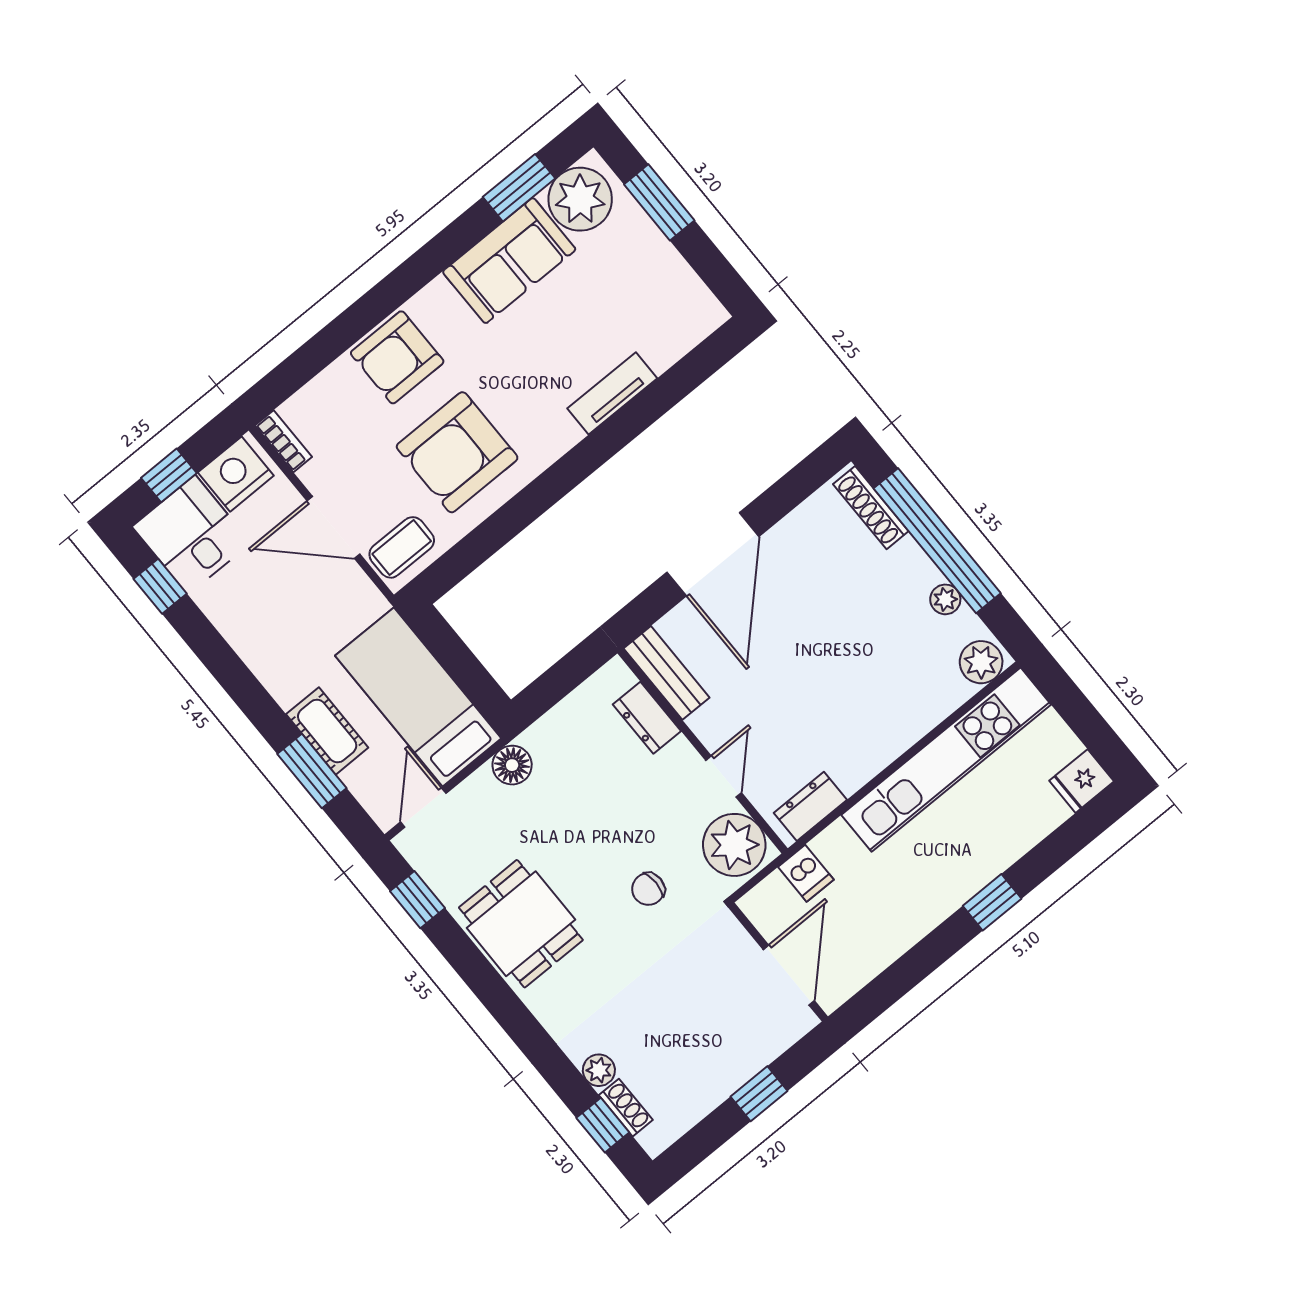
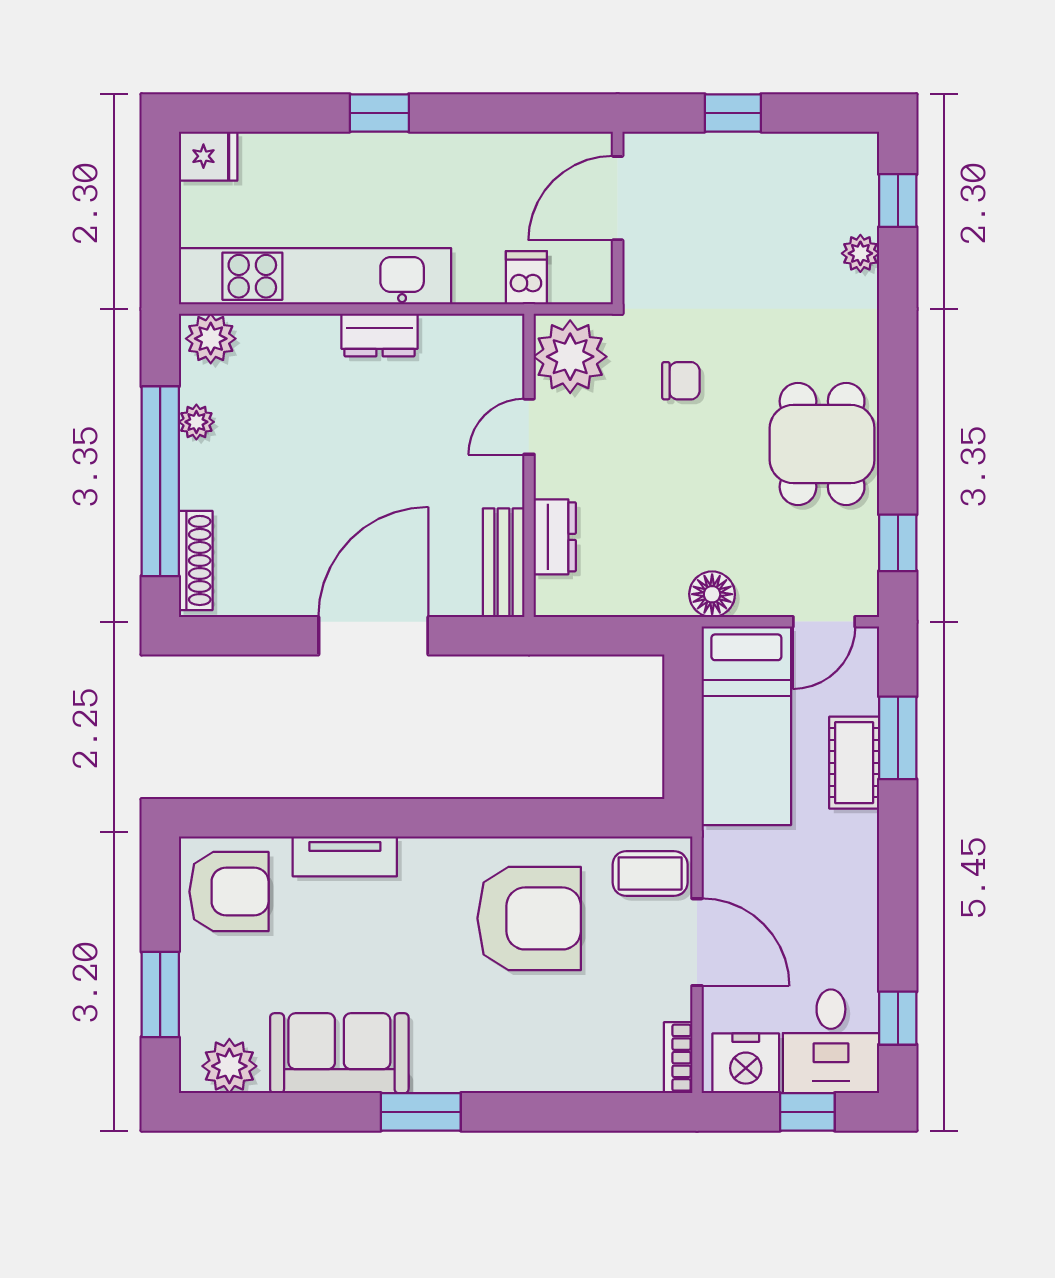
window: (519, 188) -> (421, 1112), moved
plant: (580, 199) -> (229, 1066), width x0.73, depth x0.73
armchair: (397, 357) -> (229, 892), moved
dresser: (810, 806) -> (379, 335), moved
shoe rack: (626, 1108) -> (864, 200), removed

